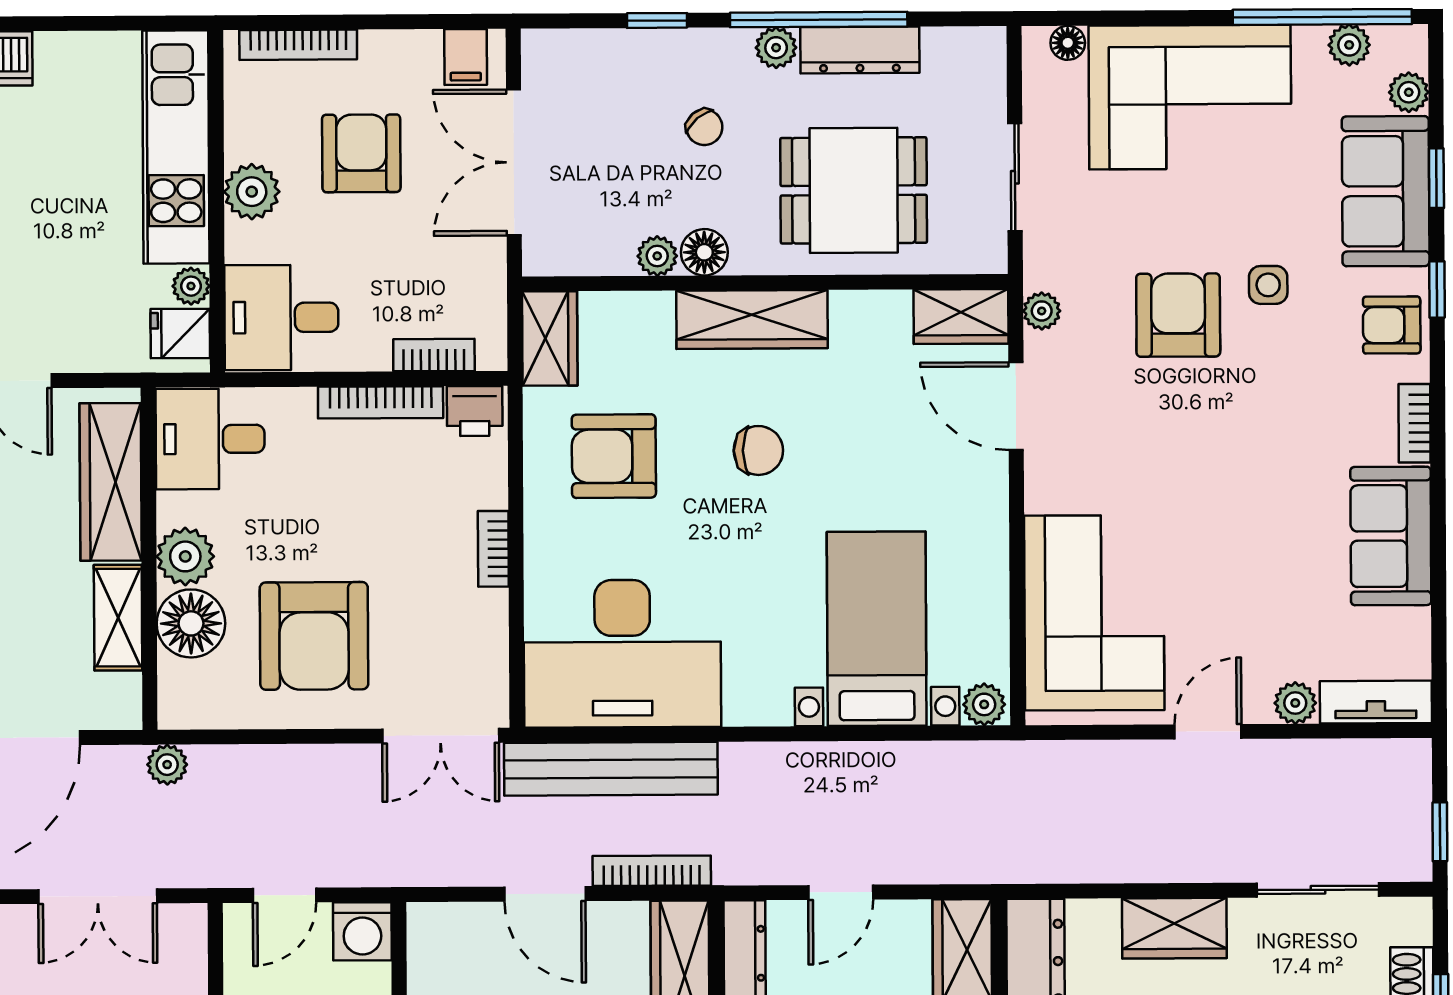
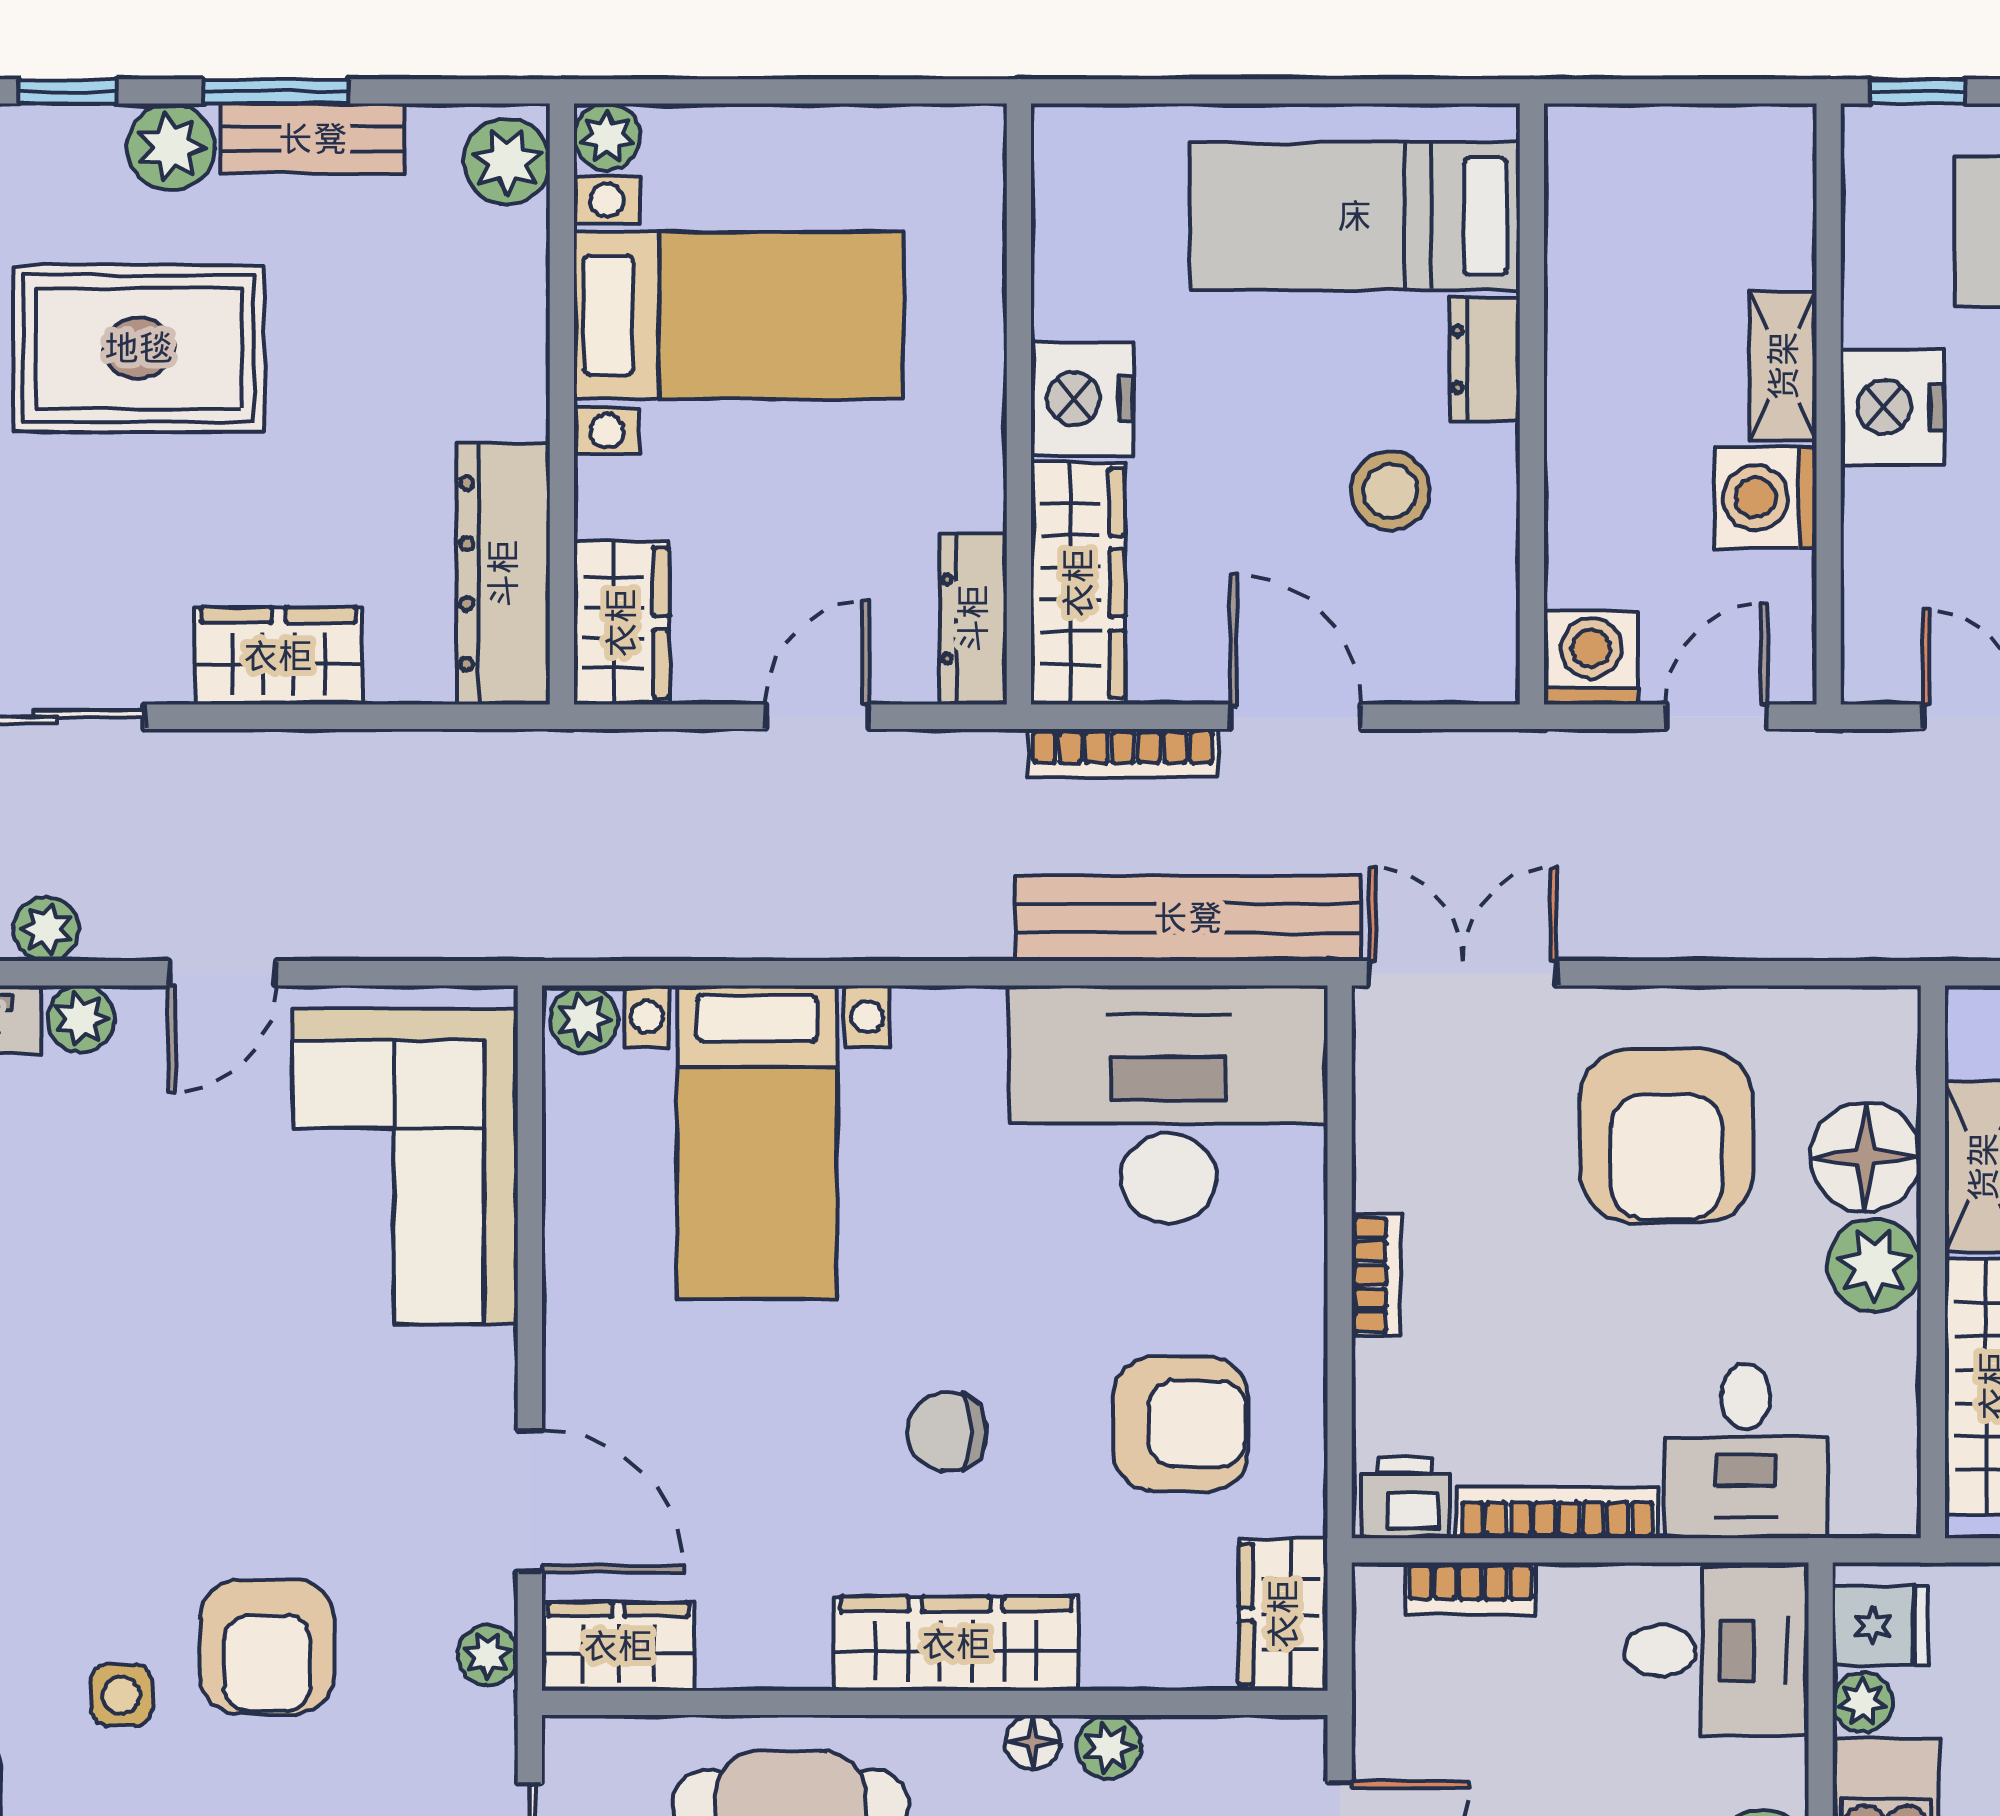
floor lamp: (704, 252) -> (1033, 1742), width x0.73, depth x0.73
desk: (210, 439) -> (1746, 1451), moved, turned 90
armchair: (314, 636) -> (1667, 1136), turned 180
plant: (167, 765) -> (46, 929), moved

